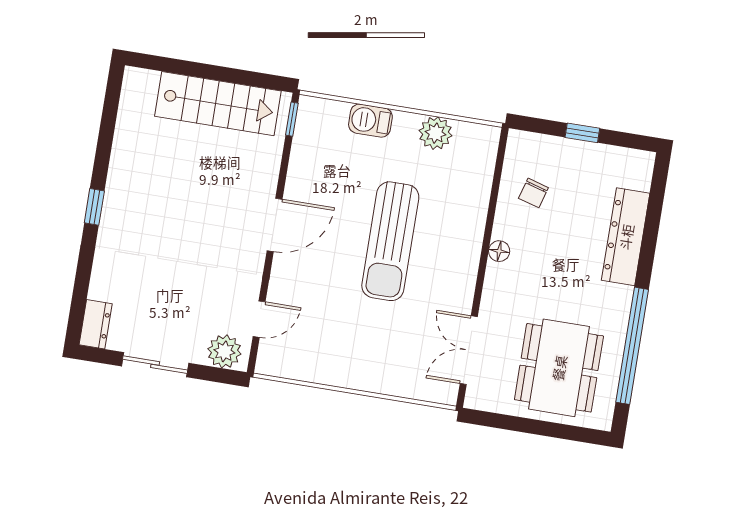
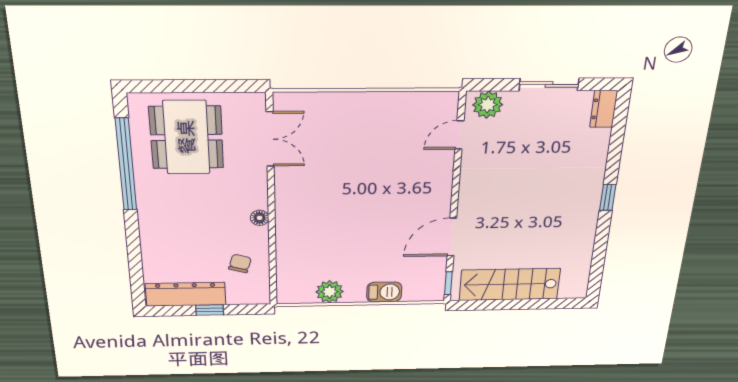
door: (275, 225) -> (452, 237), moved
dresser: (626, 237) -> (186, 294), moved, turned -90
sun lounger: (390, 241) -> (354, 211), removed

